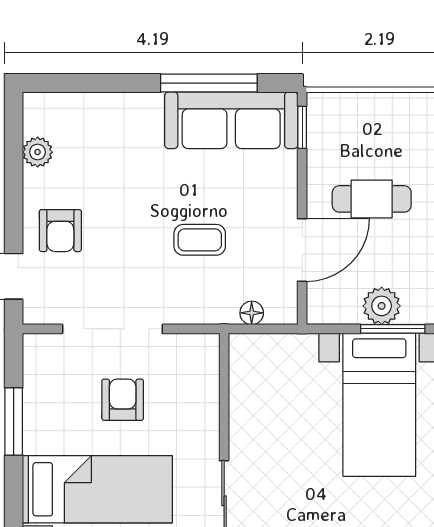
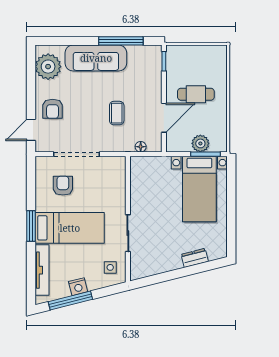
sofa: (231, 120) -> (96, 58), moved
plant: (38, 152) -> (48, 67), width x1.87, depth x1.87
coffee table: (200, 240) -> (117, 113), turned 90
armchair: (123, 400) -> (63, 186), moved
window: (14, 421) -> (31, 226), moved

